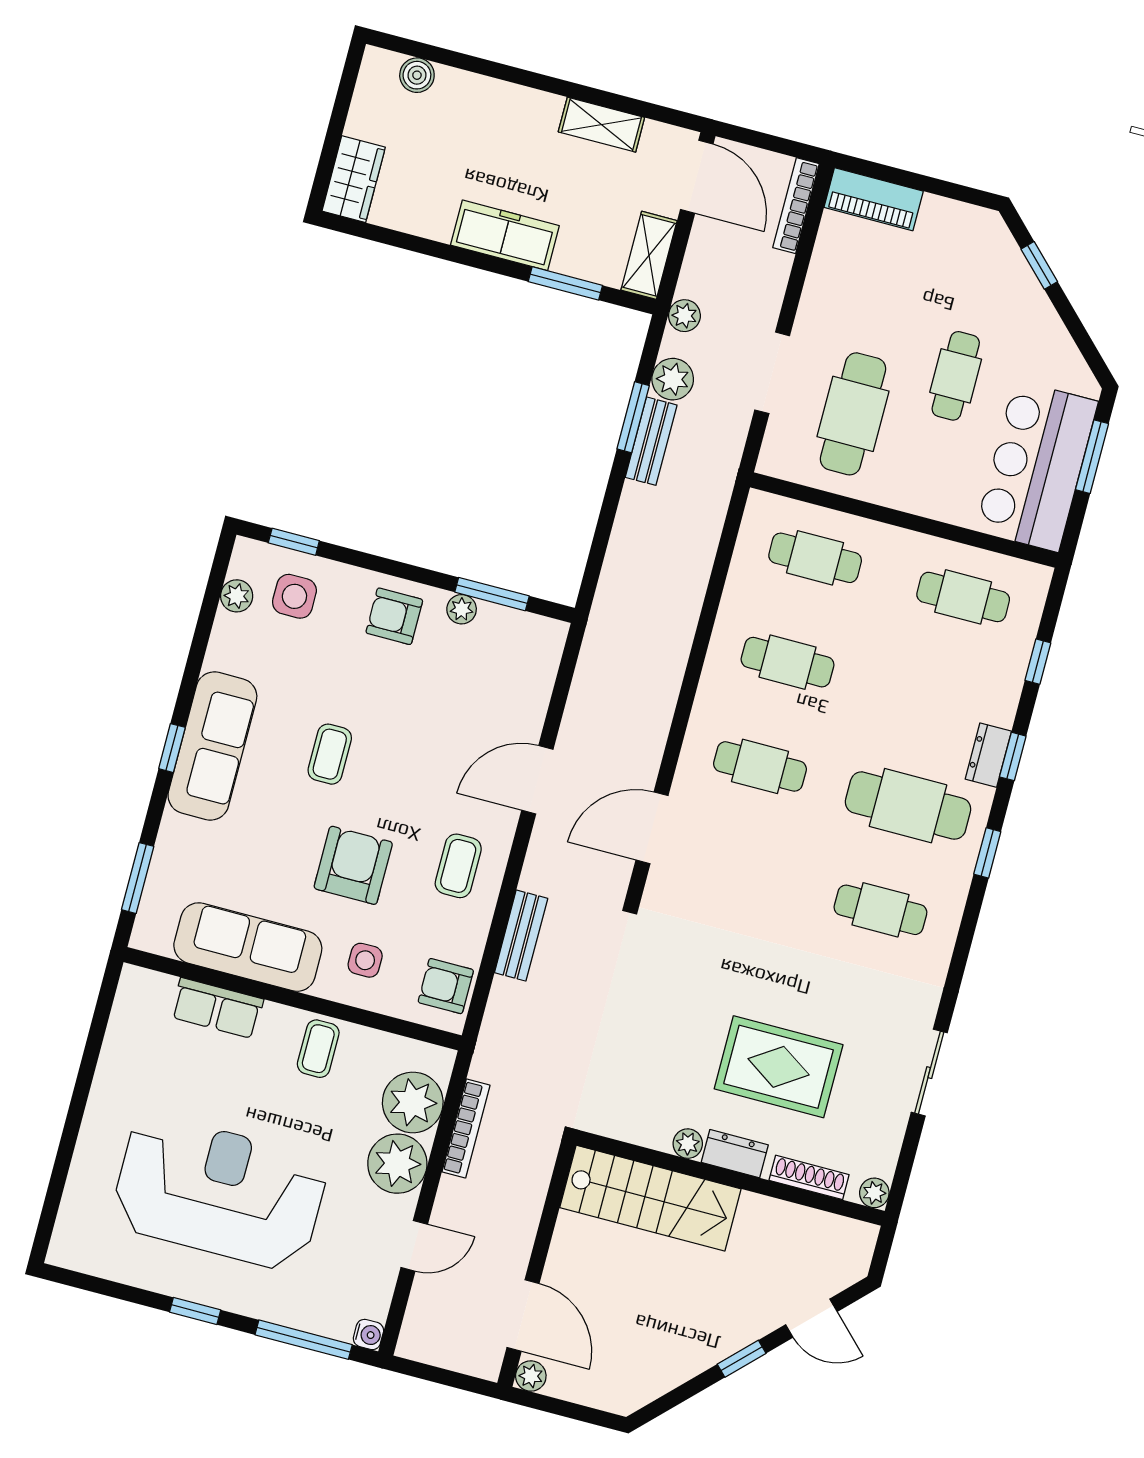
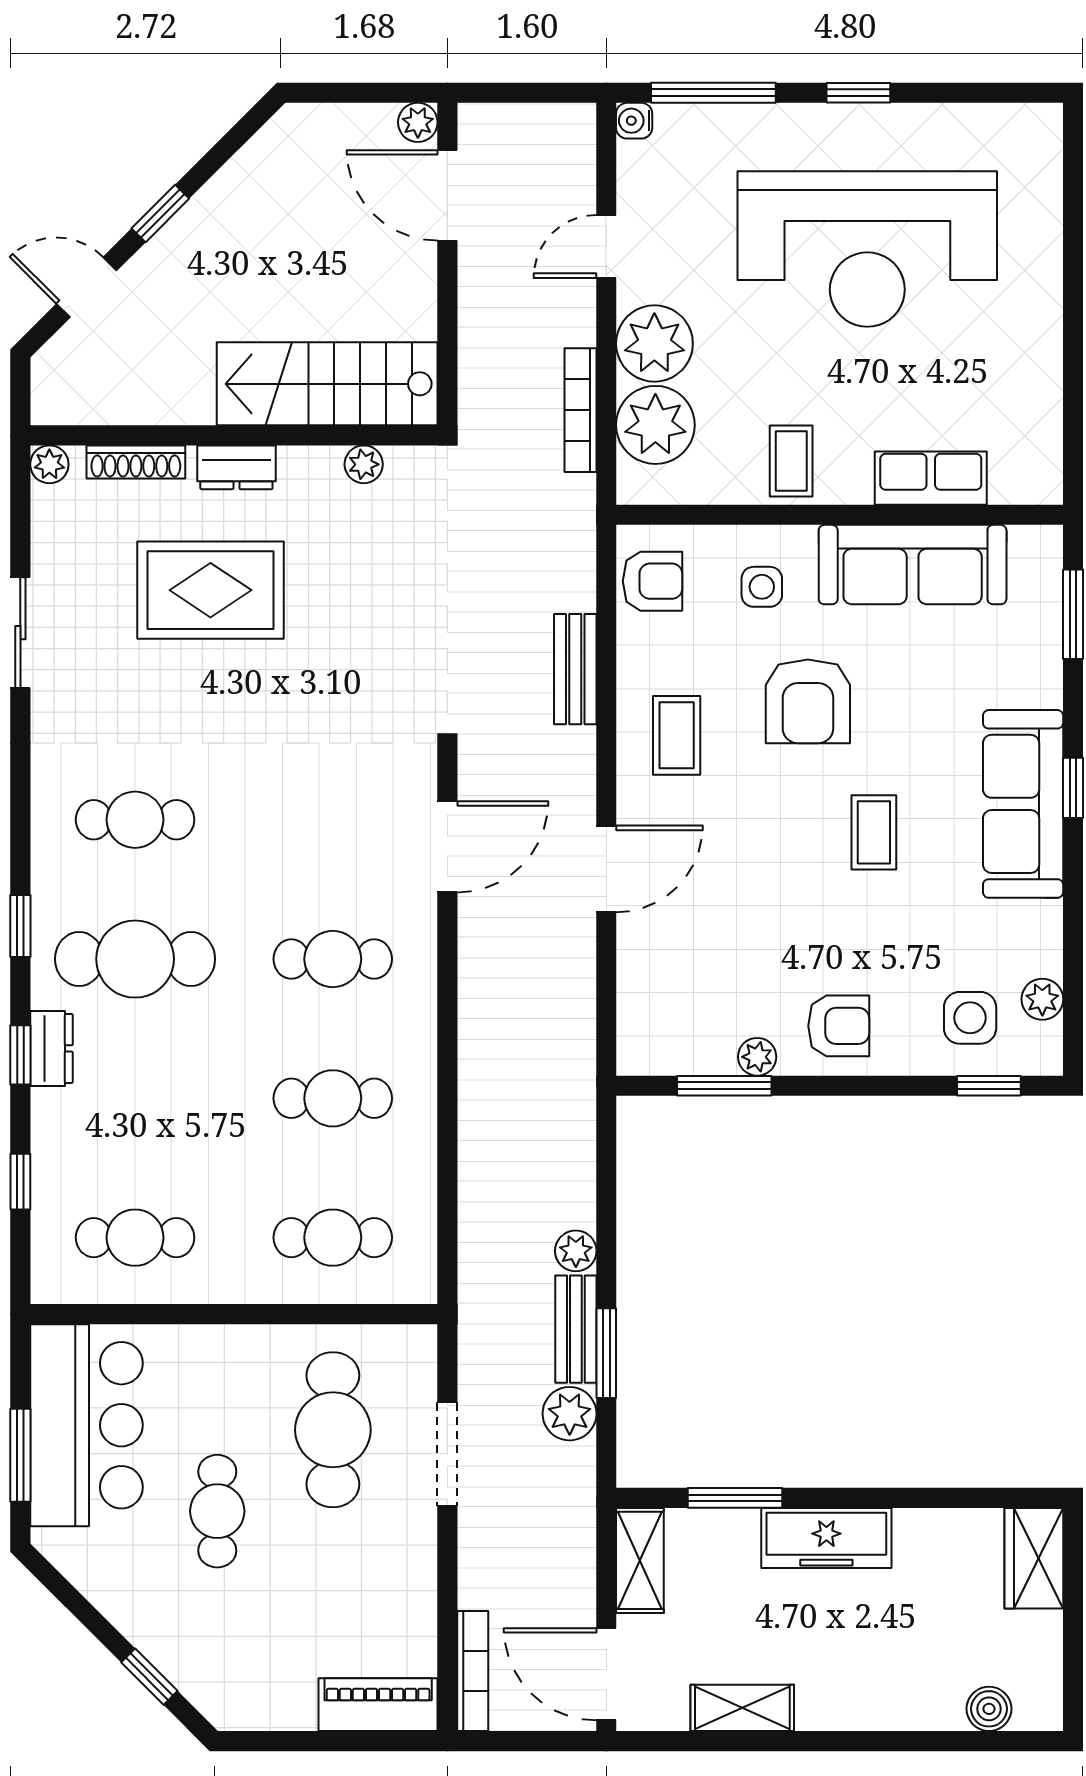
plant: (684, 316) -> (576, 1251), moved
plant: (688, 1144) -> (364, 464), moved

